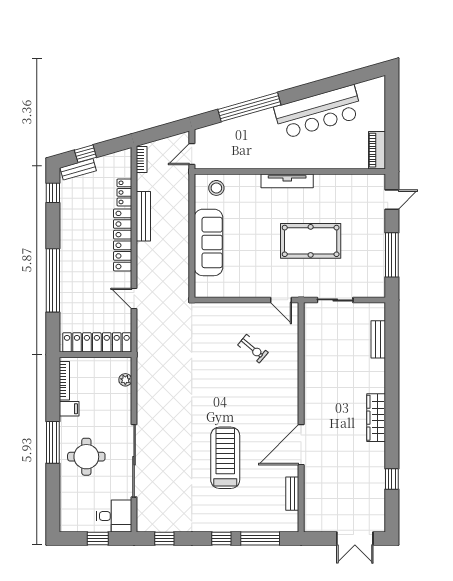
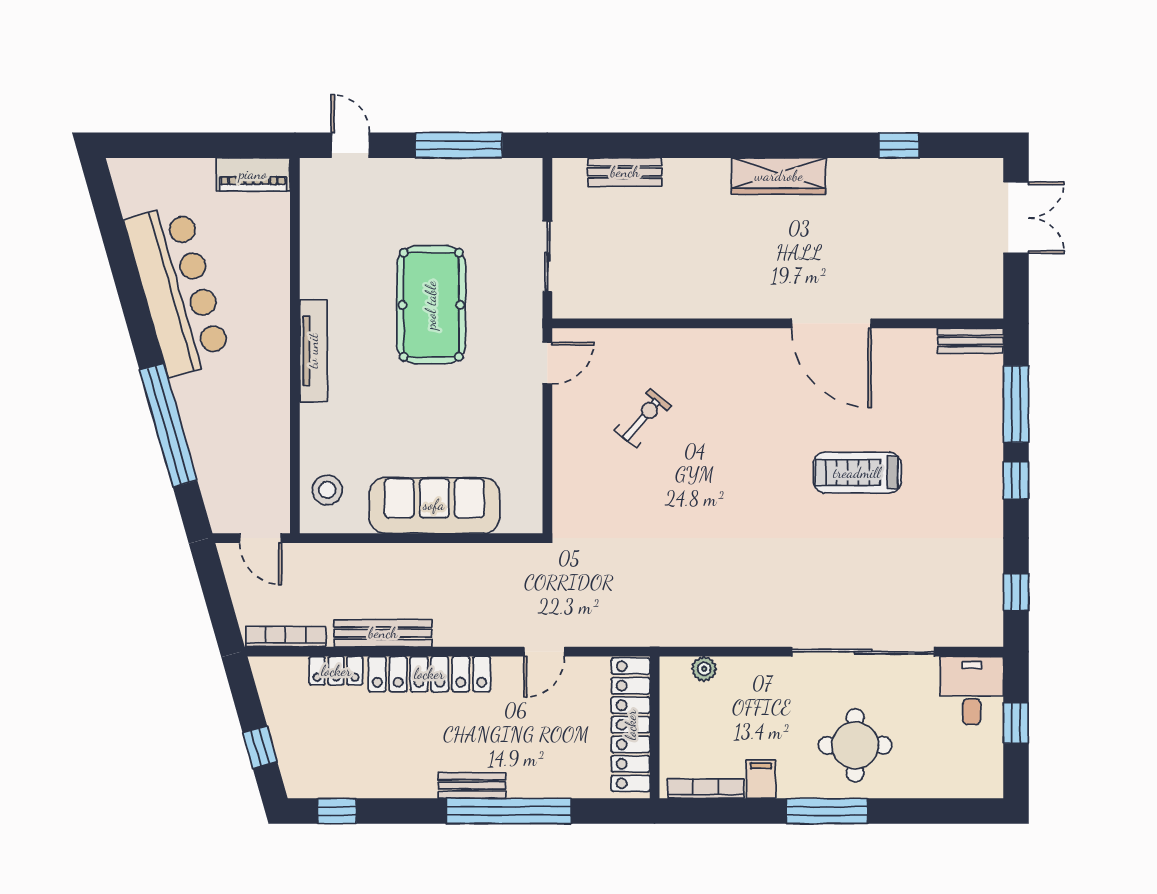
bookcase: (142, 159) -> (286, 637), width x1.56
bench: (78, 169) -> (472, 786), moved, turned -74
treadmill: (225, 458) -> (857, 473), width x0.73, depth x0.73
bench: (292, 494) -> (970, 341), moved

